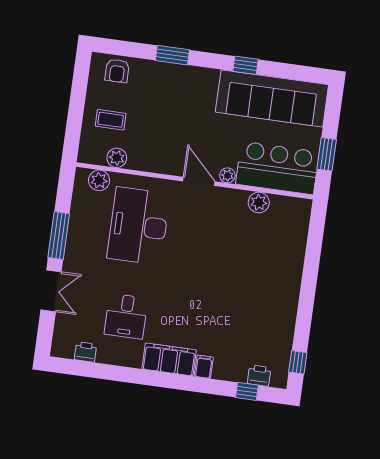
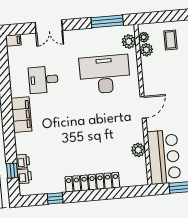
plant: (227, 175) -> (144, 37), moved
window: (59, 236) -> (107, 21), moved
locker: (290, 280) -> (92, 182), added
printer: (86, 352) -> (23, 161), moved
window: (298, 362) -> (55, 198), moved
filing cabinet: (204, 367) -> (13, 40), moved

